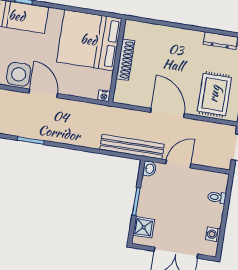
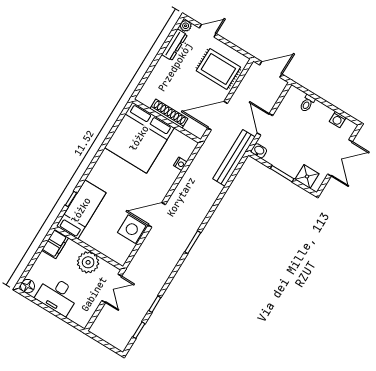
bed: (89, 40) -> (139, 138), moved
wall: (117, 60) -> (167, 121), moved
shoe rack: (125, 60) -> (169, 114), moved

